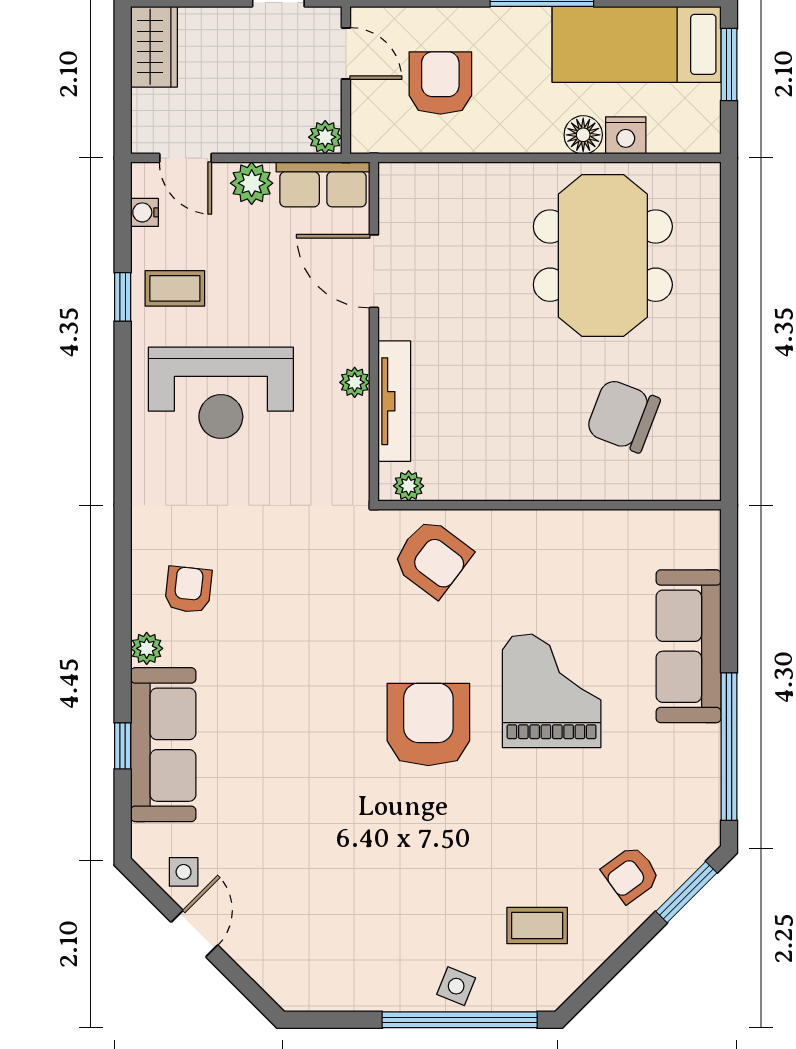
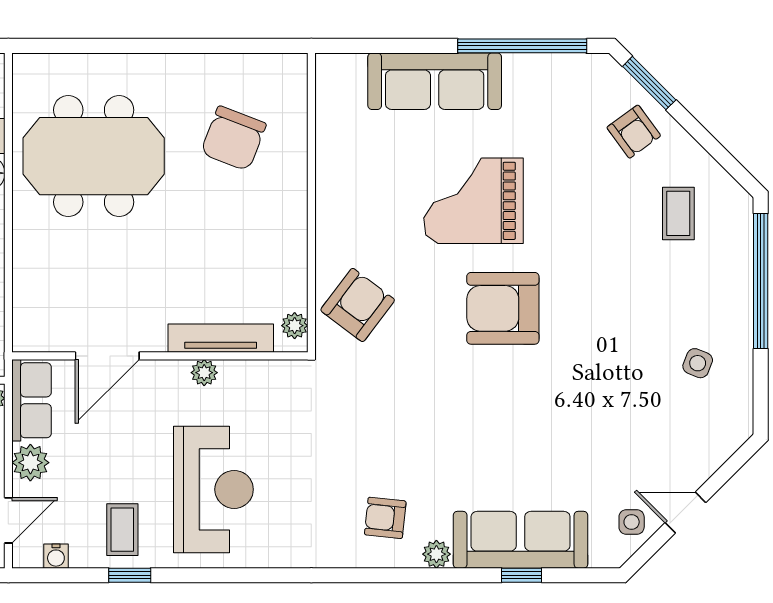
side table: (456, 986) -> (698, 363), moved

